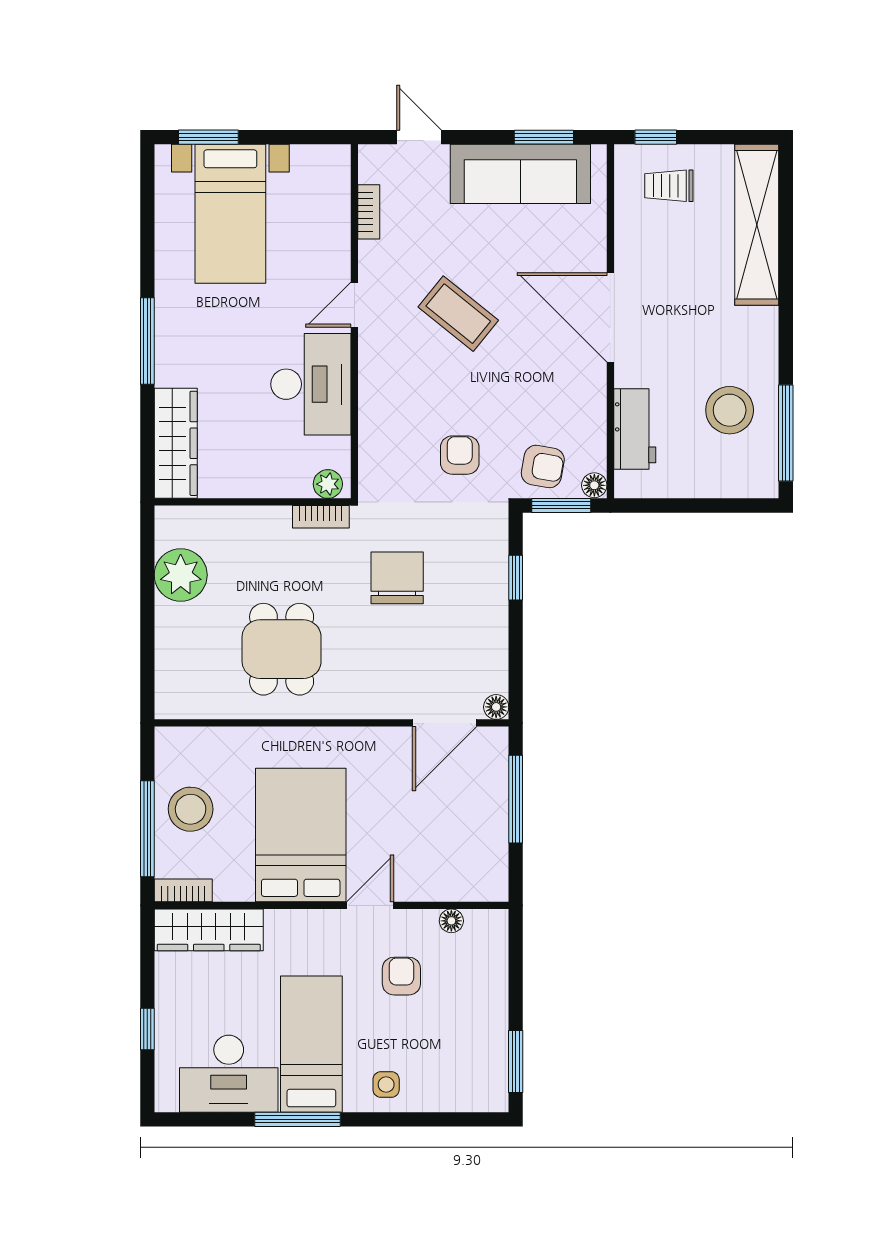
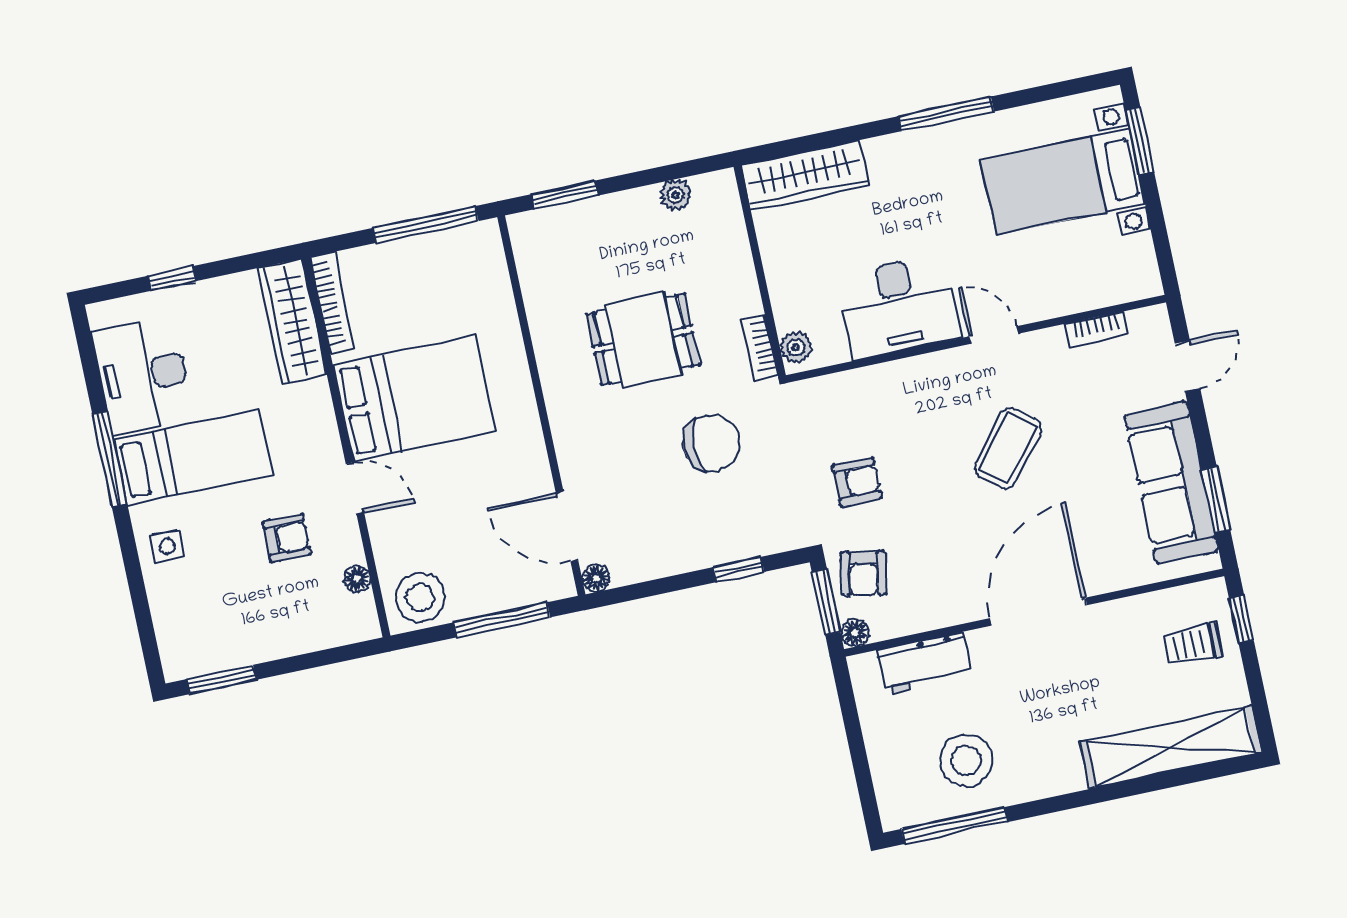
trolley: (669, 186) -> (1192, 644), turned -90
window: (147, 341) -> (946, 114), moved
plant: (181, 575) -> (676, 195), width x0.53, depth x0.53
dining table: (282, 649) -> (643, 339), moved
window: (147, 662) -> (565, 195), added
stool: (191, 809) -> (420, 597), moved
window: (147, 829) -> (426, 224), moved
bookcase: (183, 890) -> (332, 303), width x1.56

